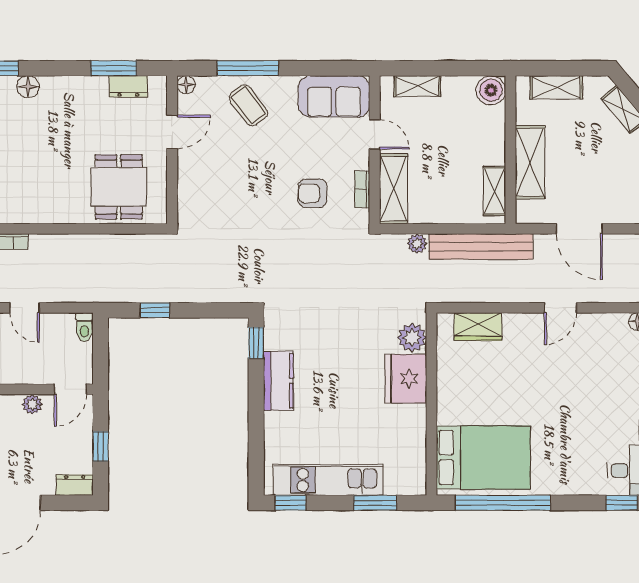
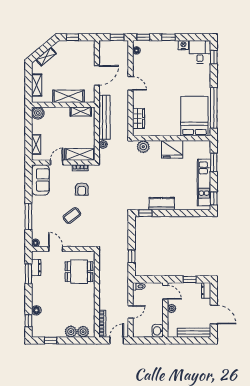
coffee table: (248, 105) -> (72, 216), moved
fridge: (406, 379) -> (172, 149), moved

